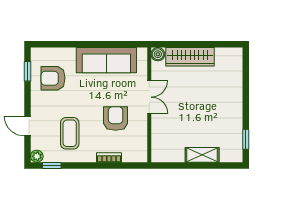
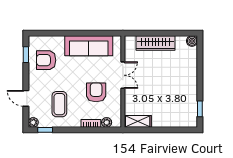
boiler: (158, 54) -> (192, 41), moved
shelving: (202, 155) -> (138, 121), moved
plant: (129, 156) -> (107, 122), added

